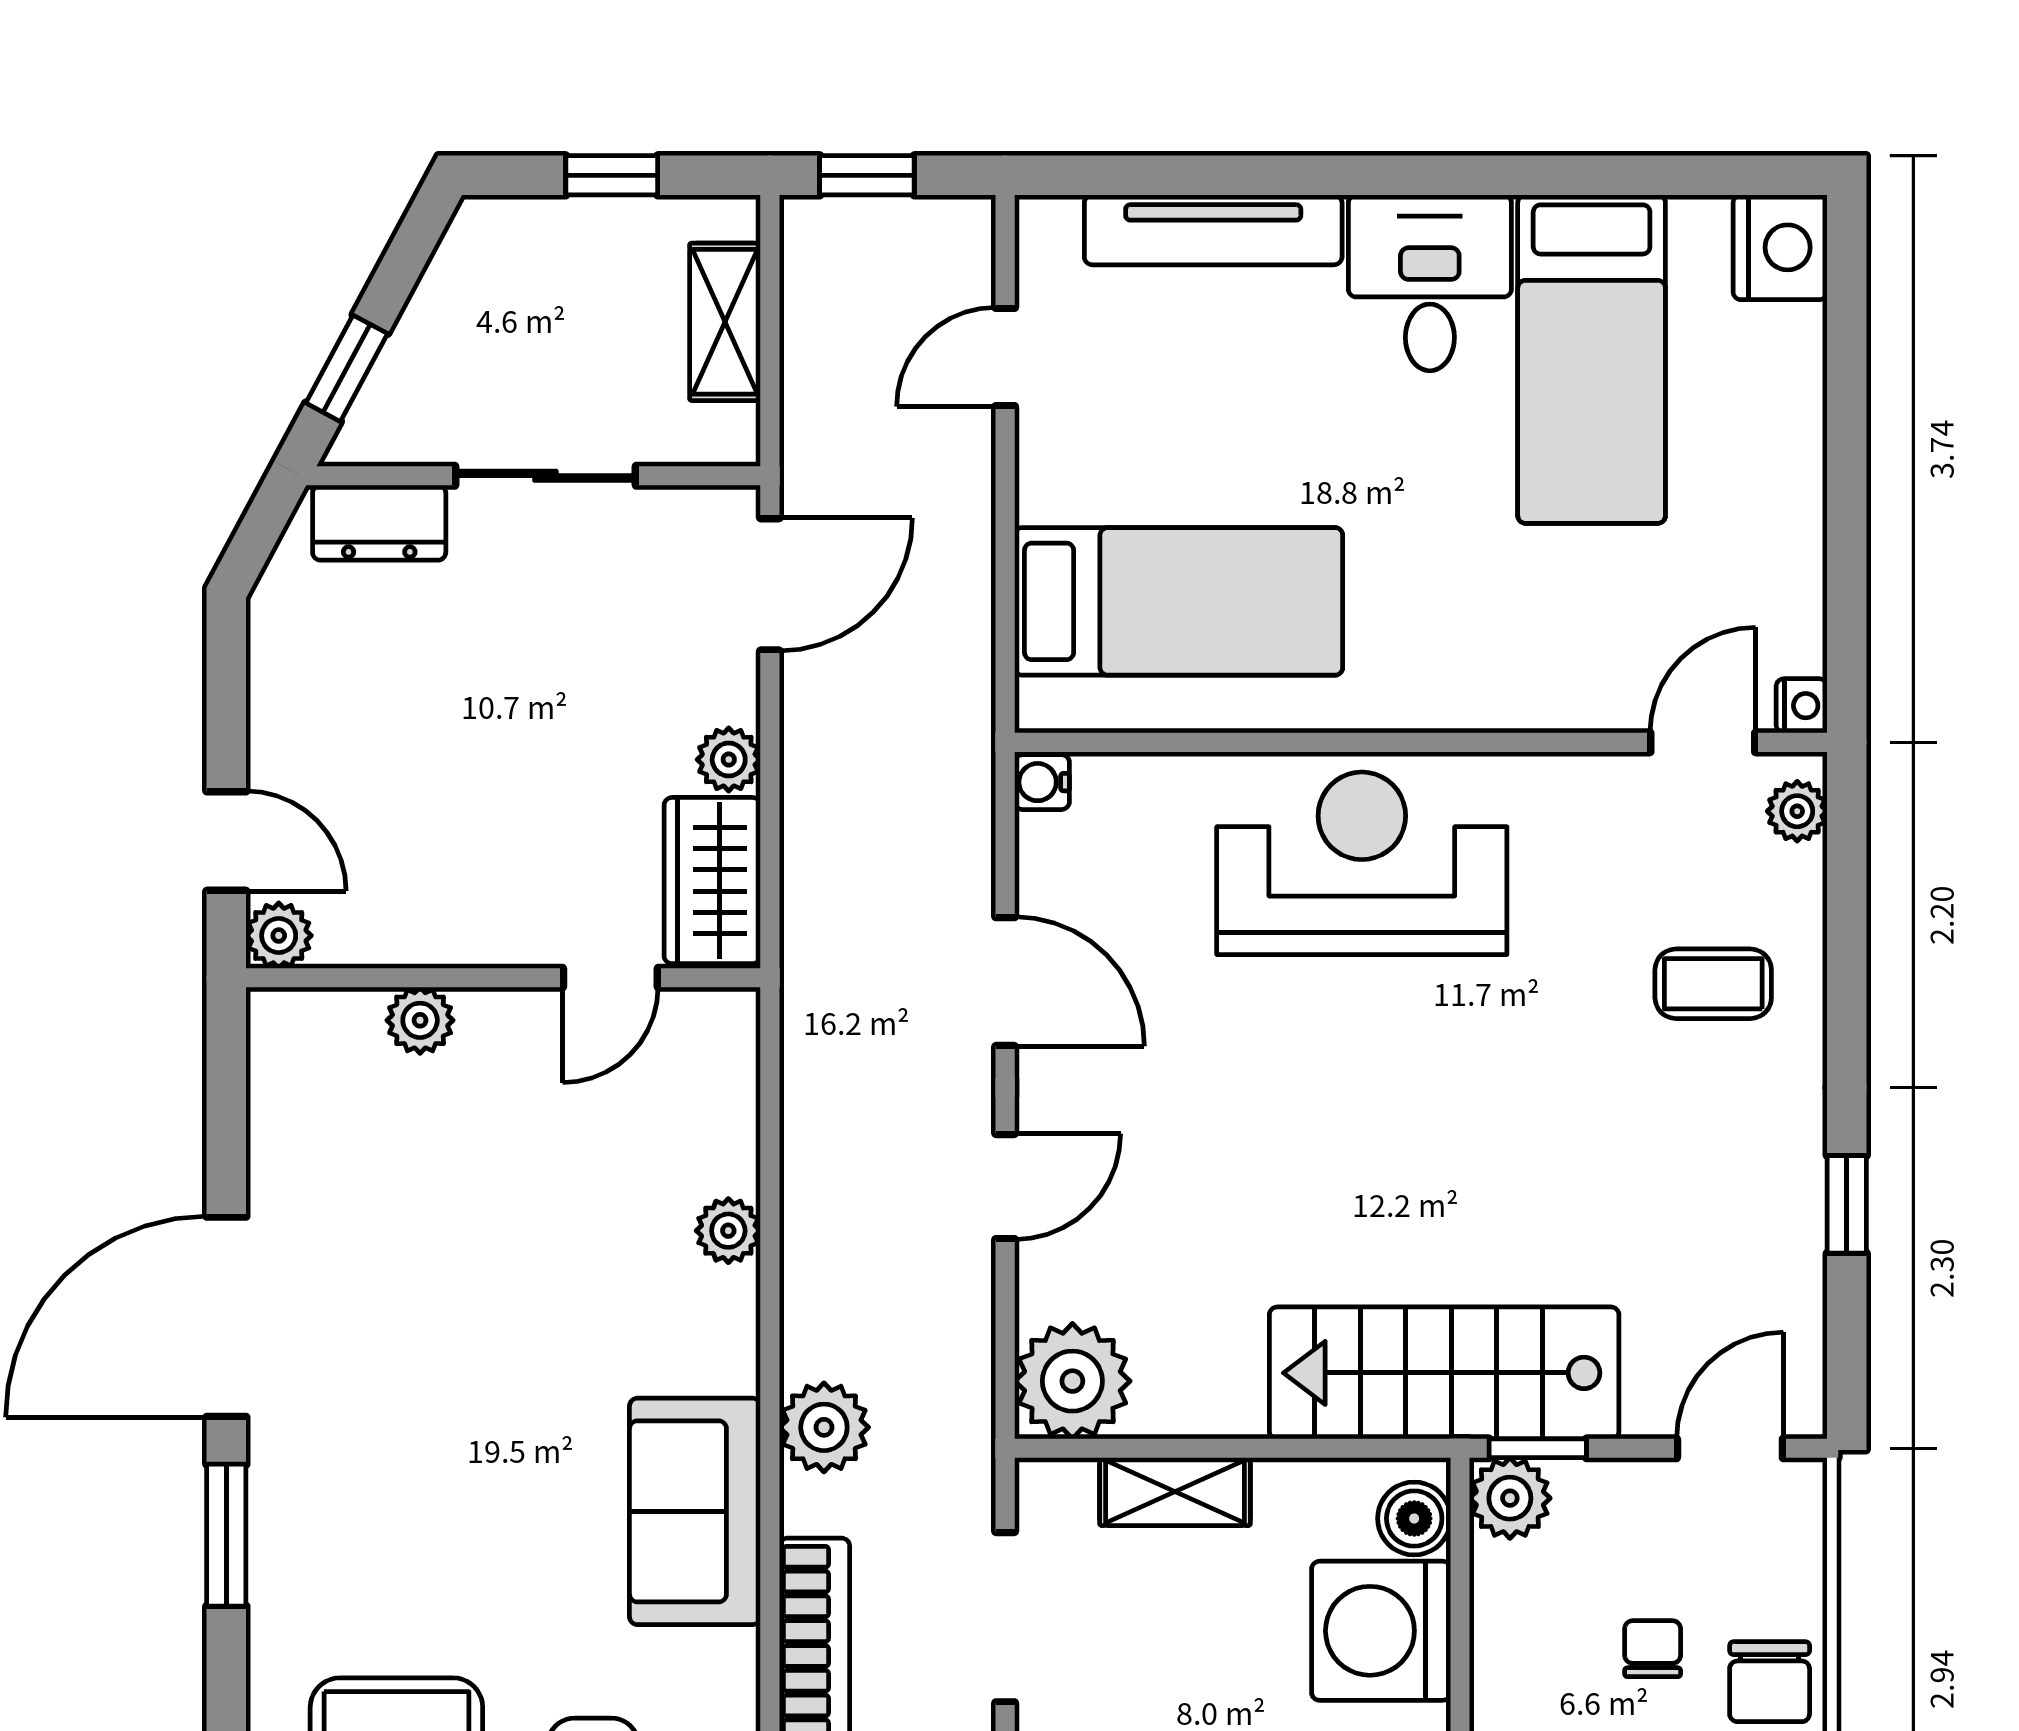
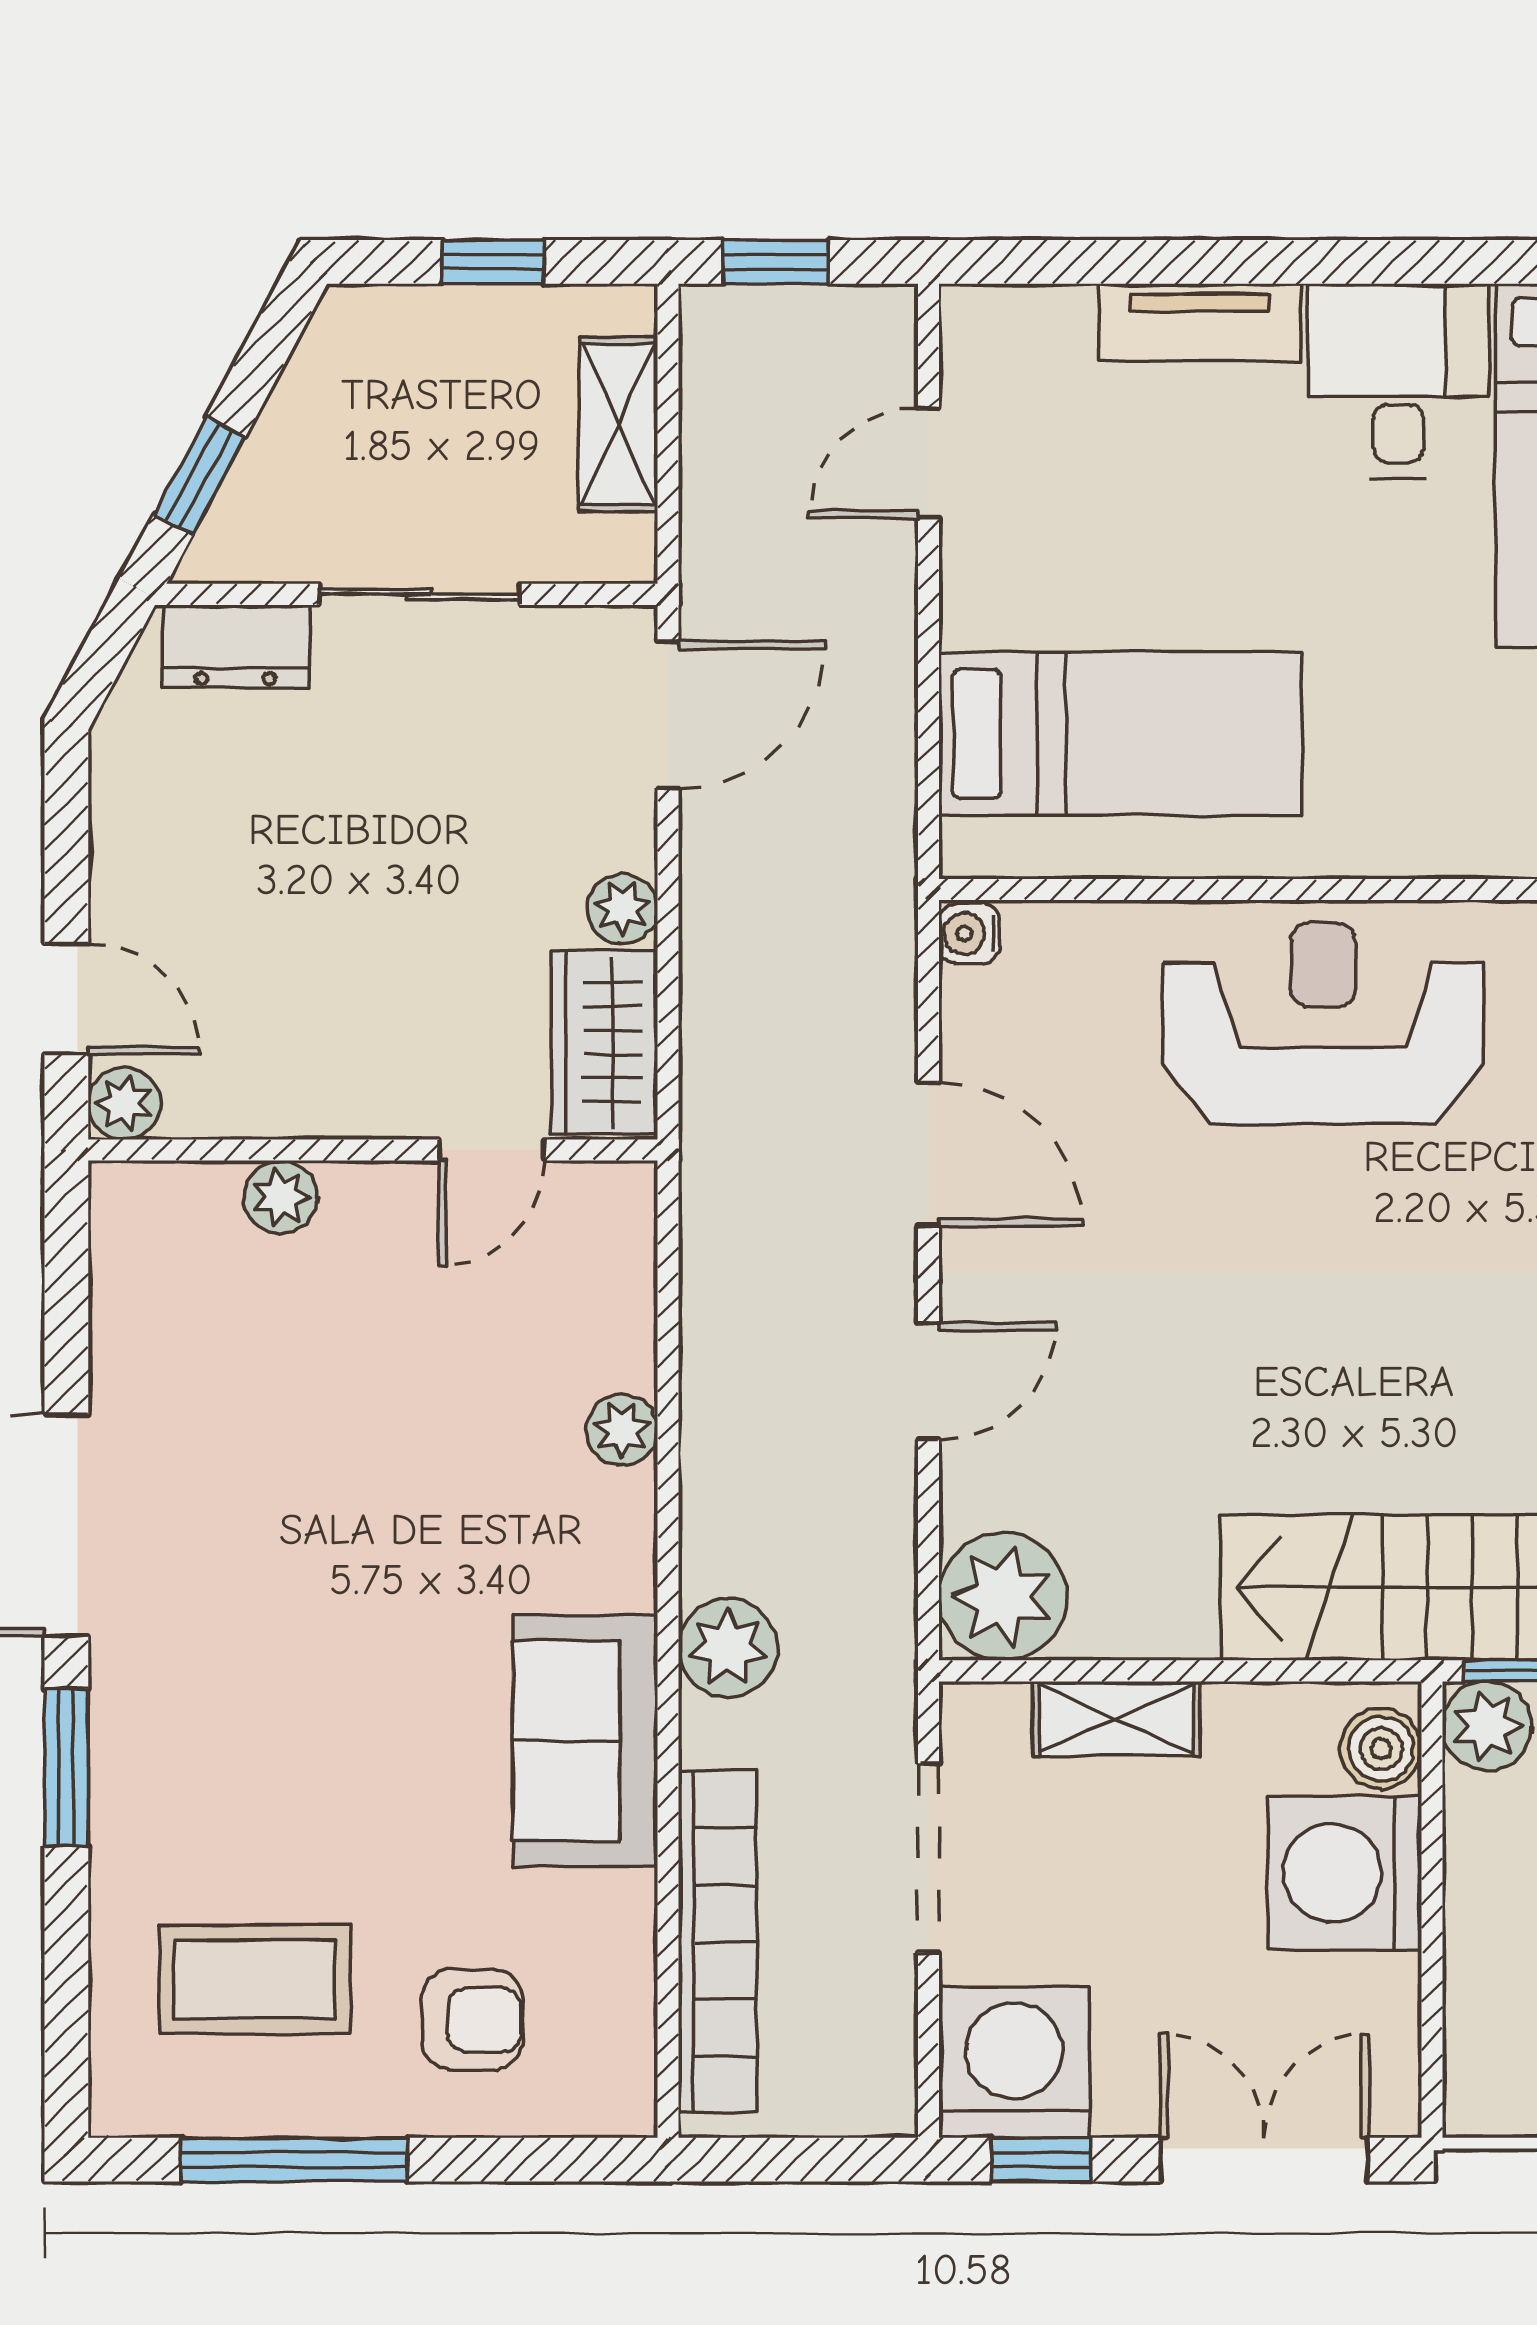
tv unit: (1213, 230) -> (1200, 322), width x0.71

